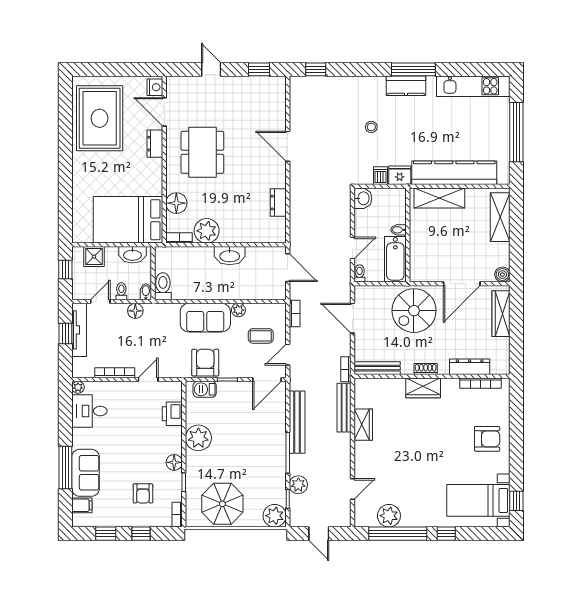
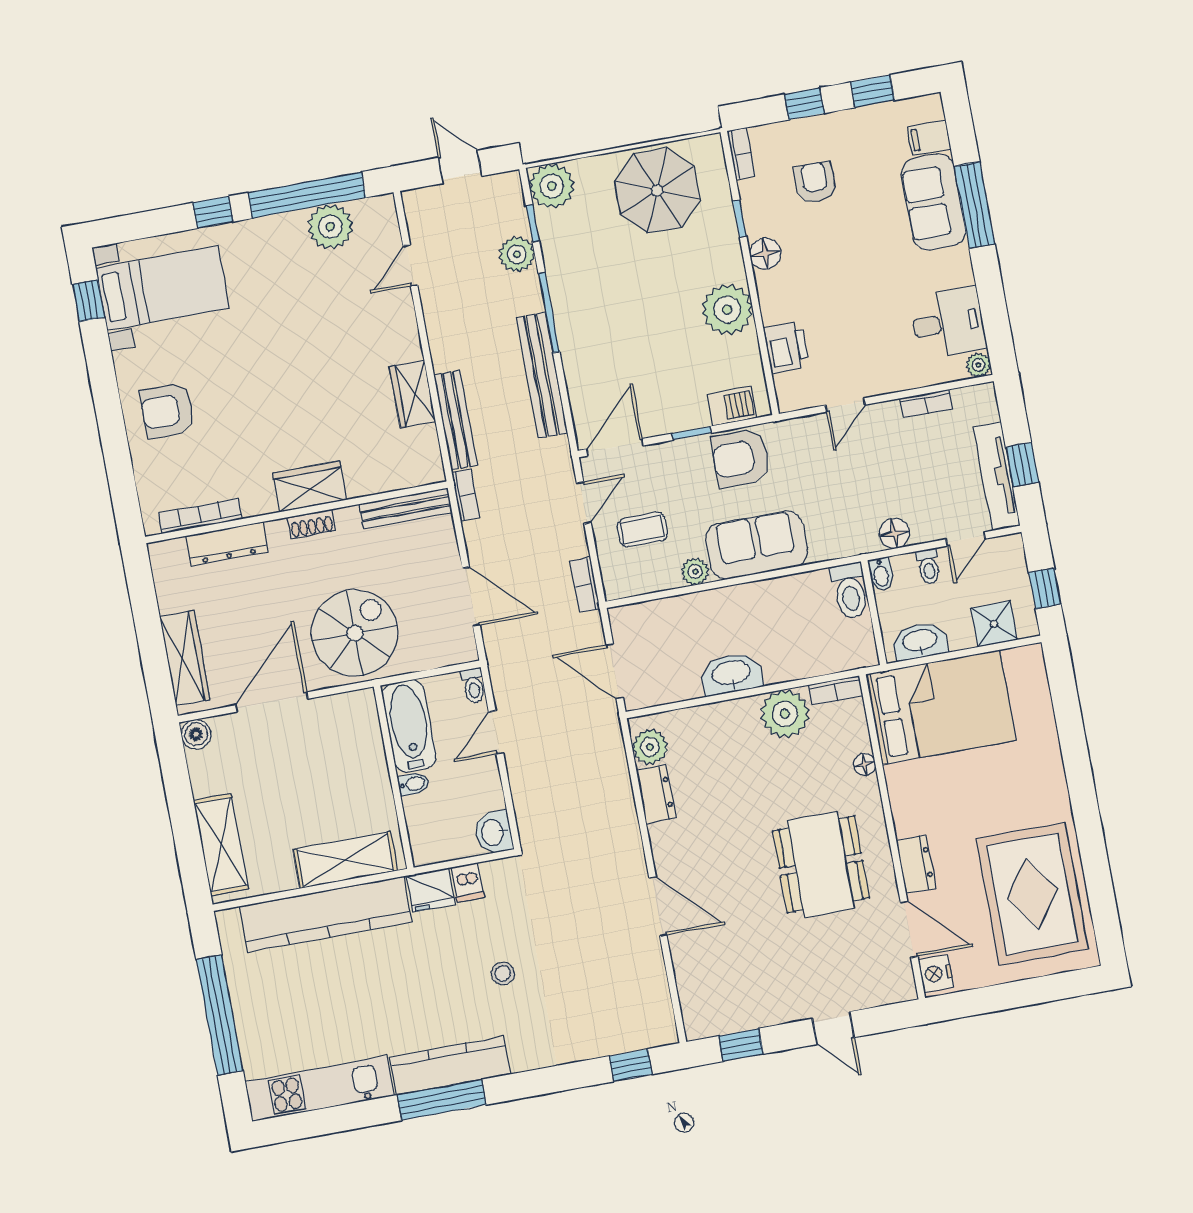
kitchen counter: (406, 86) -> (450, 1066), width x1.50
floor lamp: (176, 203) -> (864, 764), width x0.53, depth x0.53
plant: (277, 227) -> (650, 747), added
armchair: (205, 363) -> (741, 458), turned 90
bookcase: (115, 373) -> (926, 404), width x0.64

